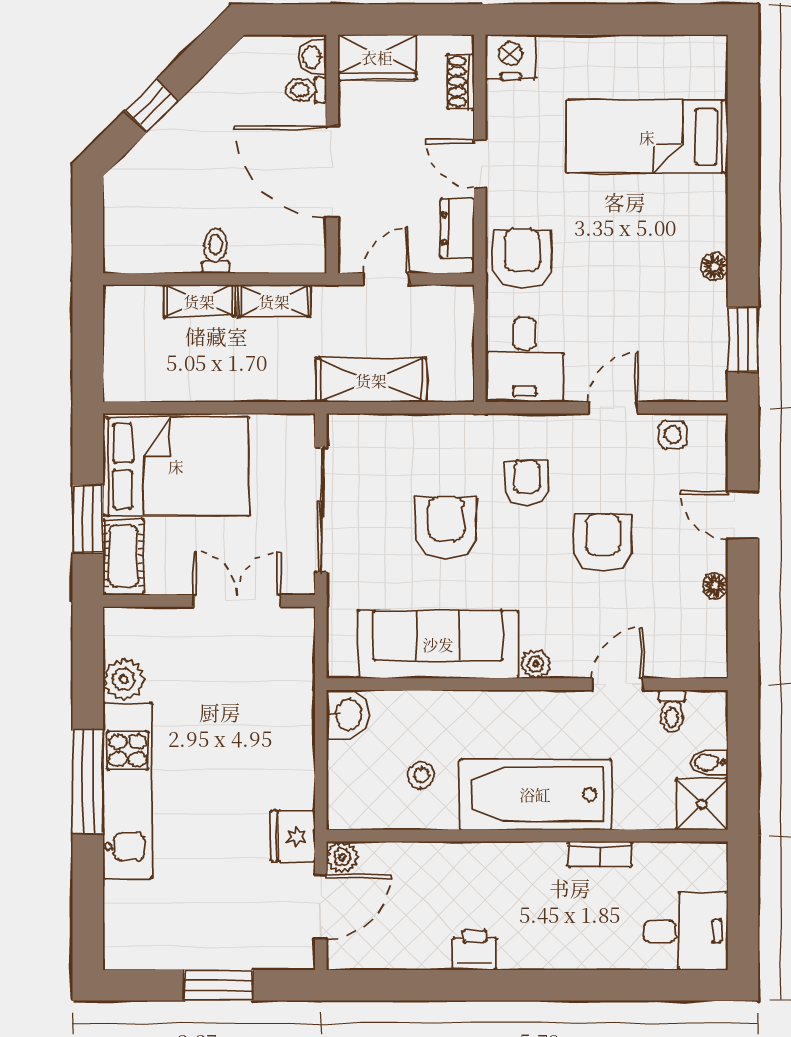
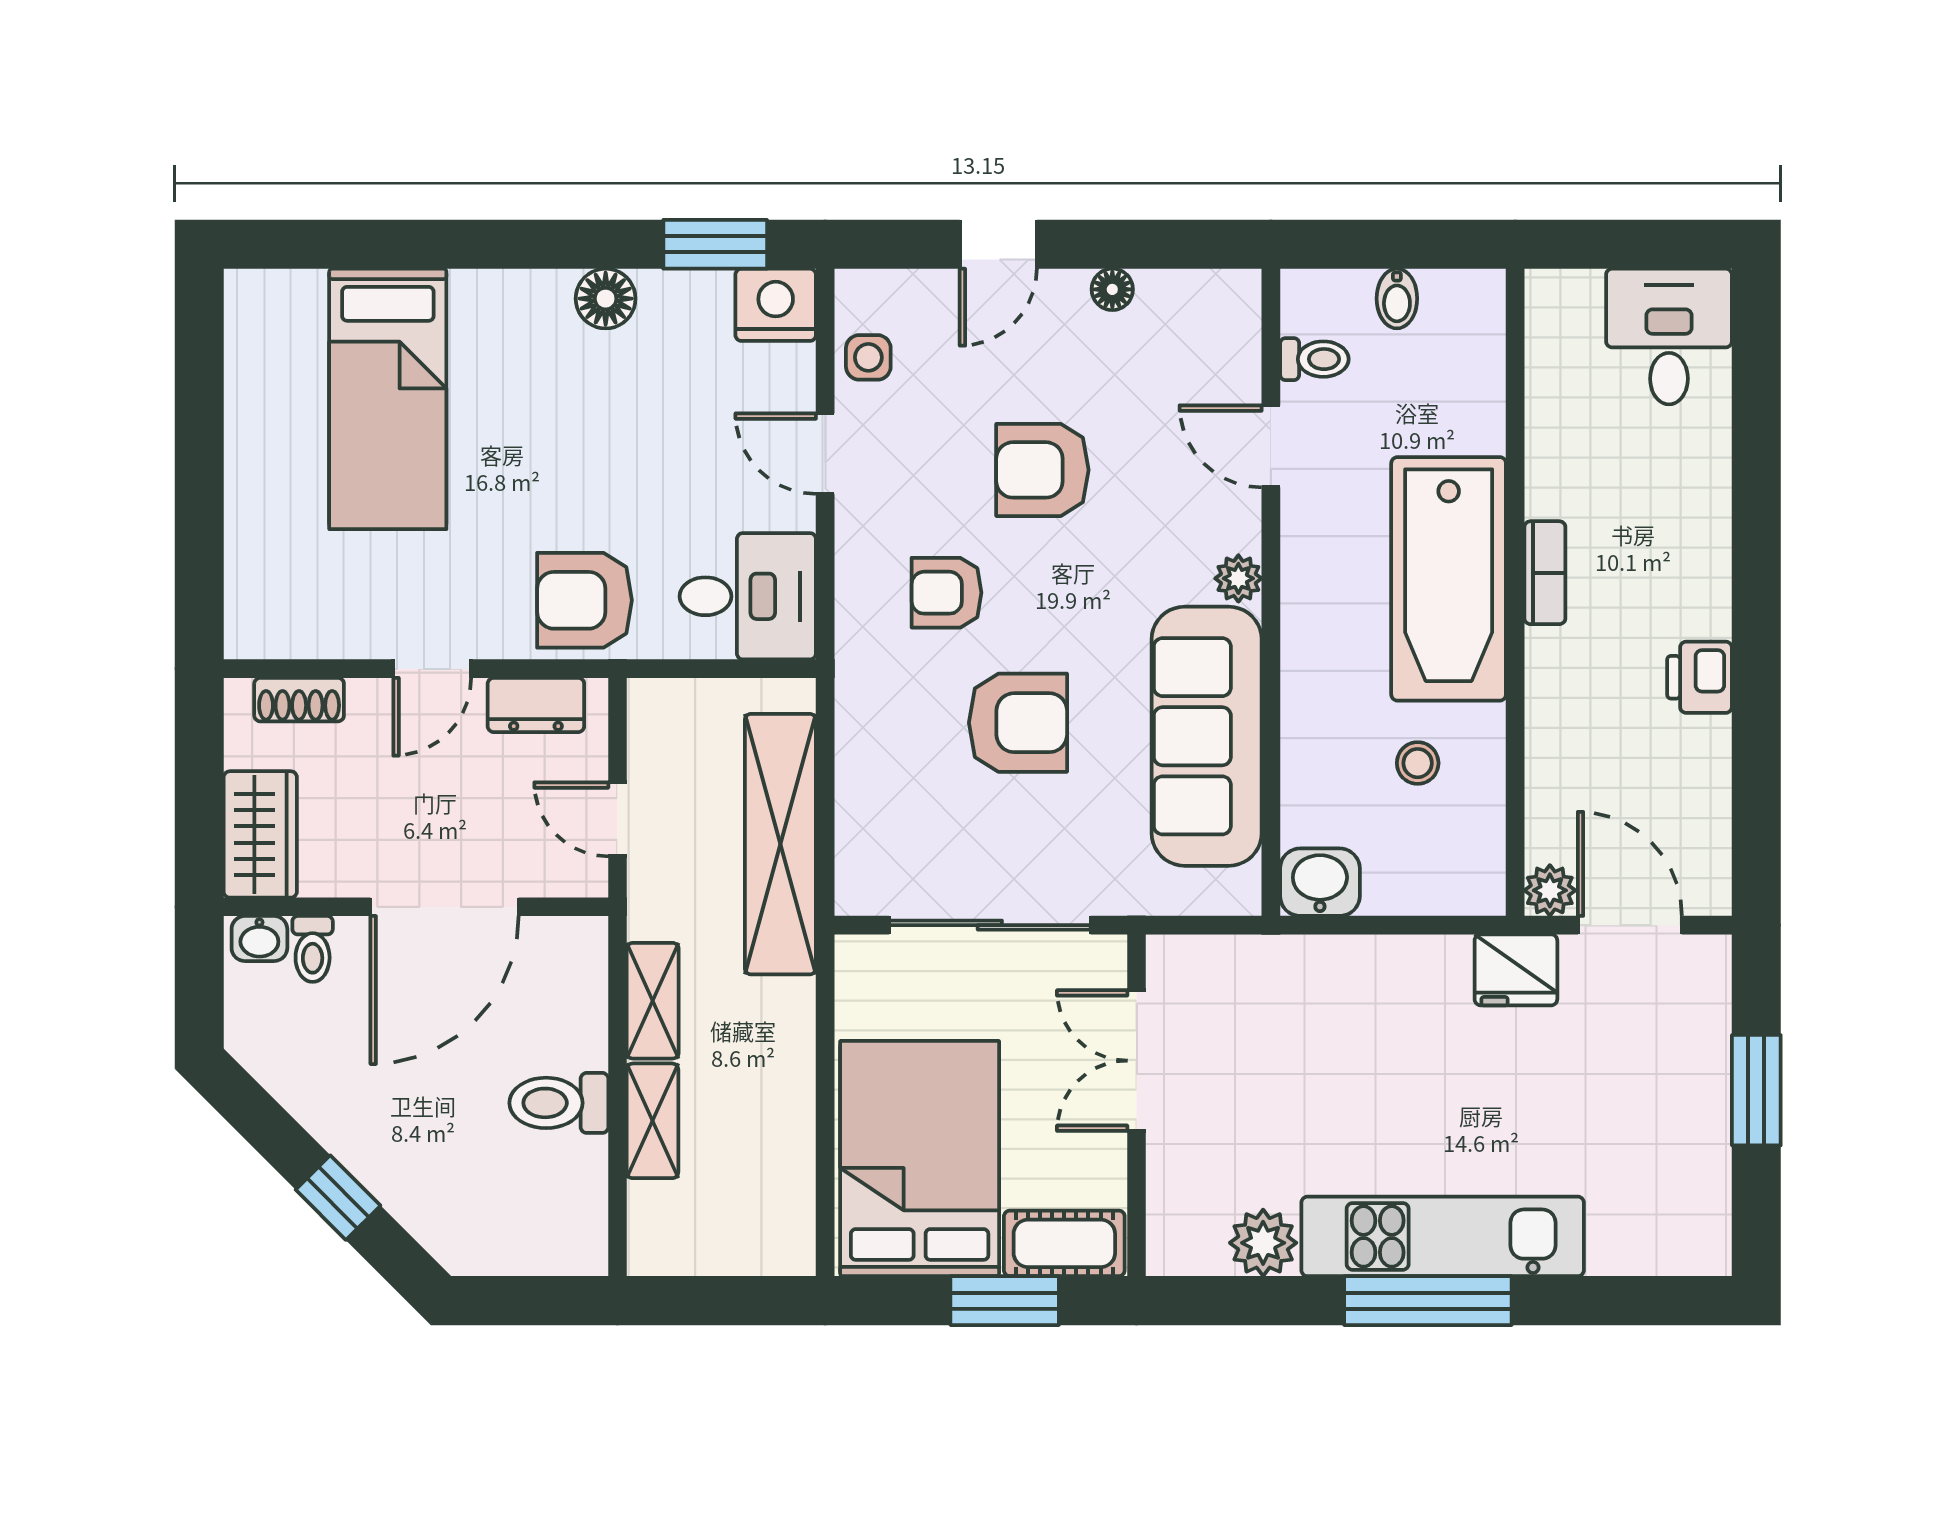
nightstand: (510, 57) -> (776, 305), moved, turned 90
toilet: (216, 251) -> (559, 1103), width x1.37, depth x1.39
floor lamp: (714, 267) -> (606, 299), width x1.37, depth x1.37
shelving: (371, 380) -> (780, 844), width x1.47
armchair: (446, 527) -> (1018, 723), turned 180
shower: (702, 804) -> (1464, 311), removed
bookcase: (600, 854) -> (1545, 573), moved

